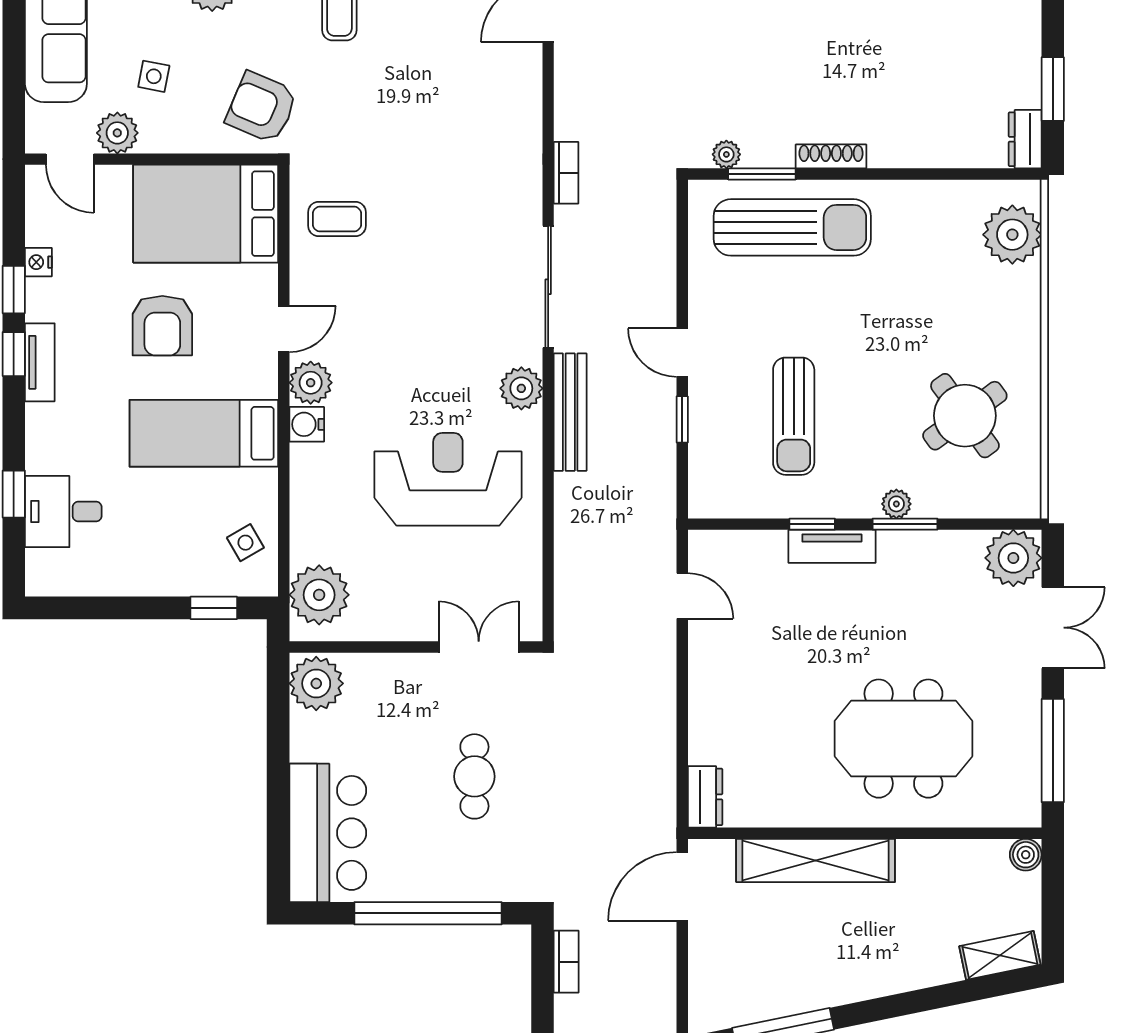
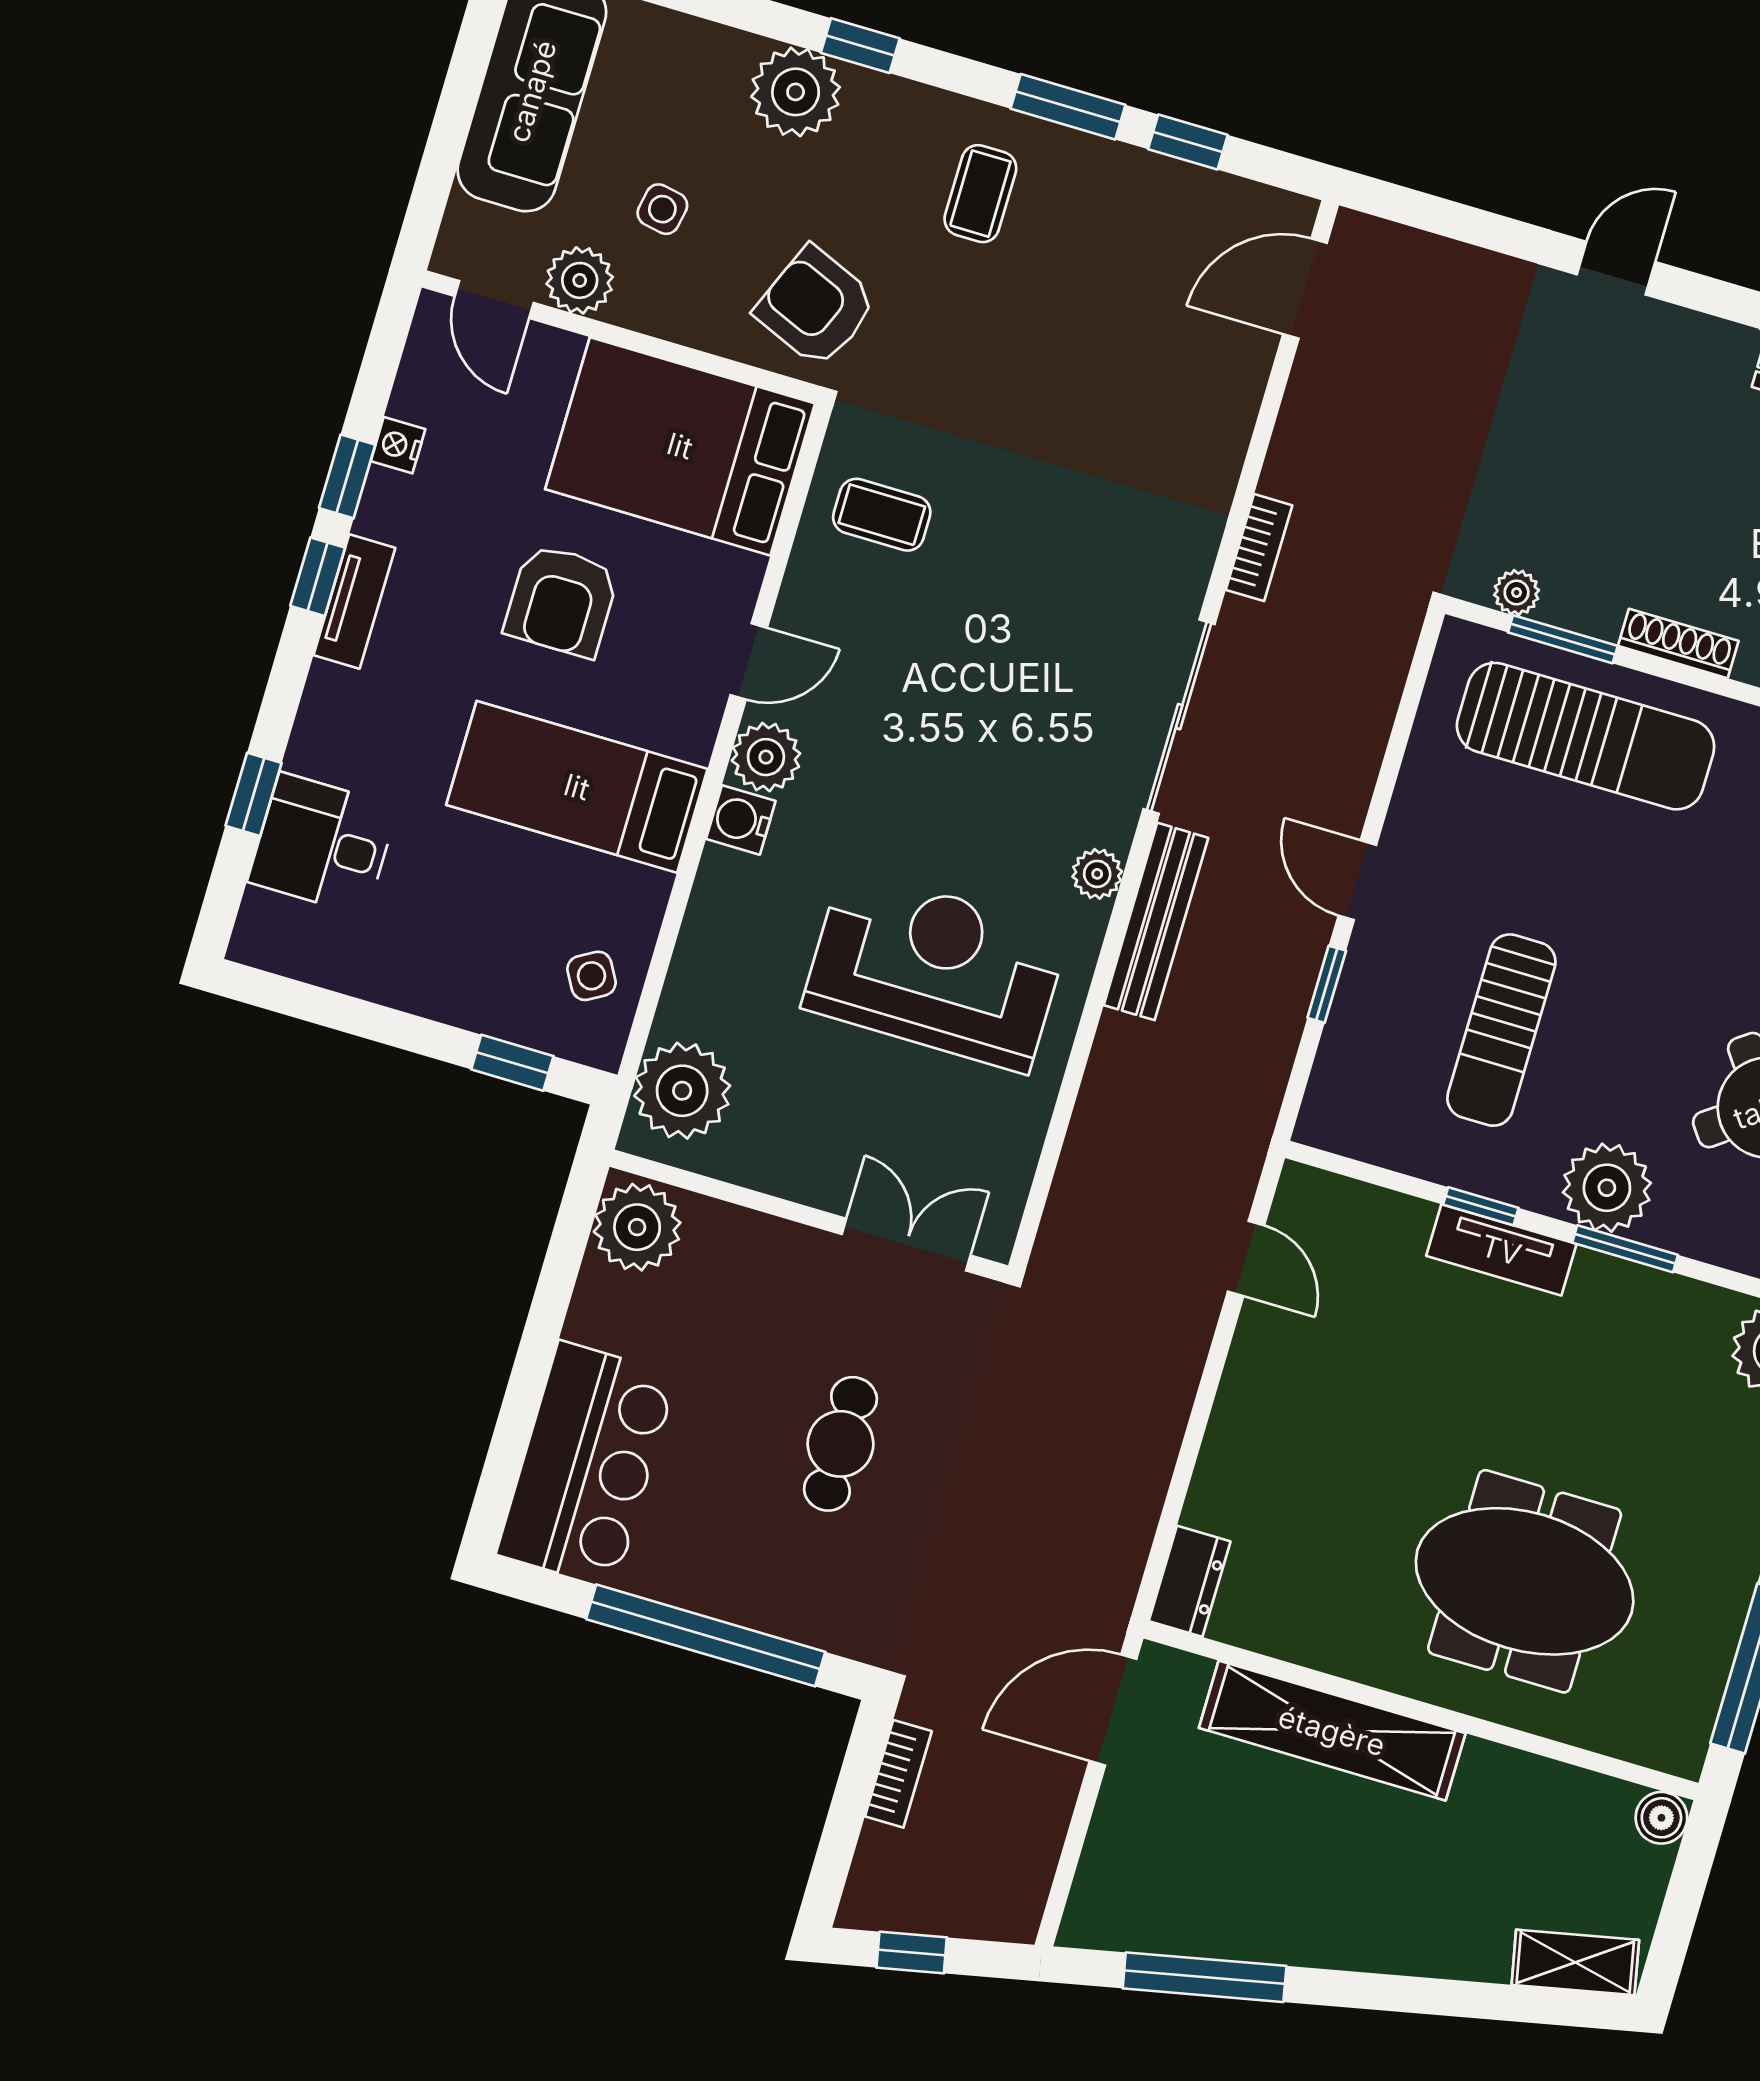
plant: (521, 388) -> (1097, 874), width x0.73, depth x0.73
plant: (896, 504) -> (1607, 1188), width x1.87, depth x1.87

